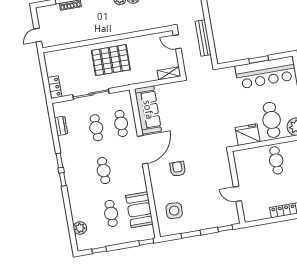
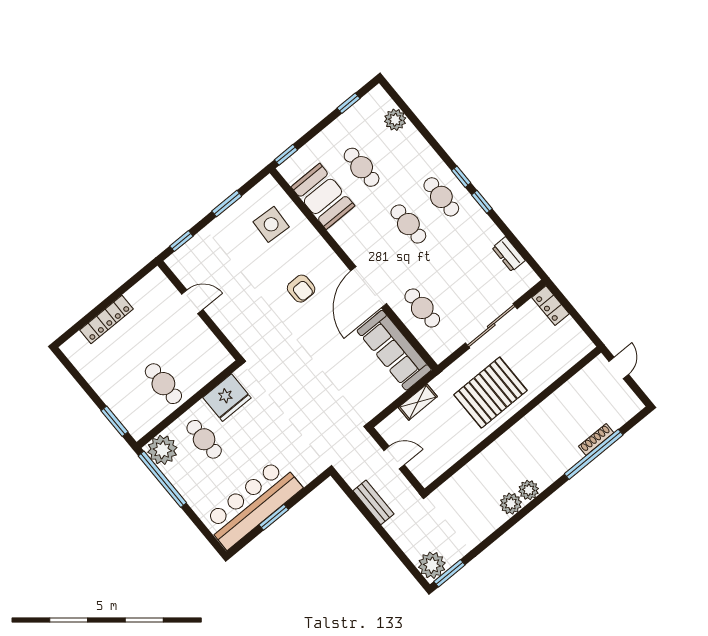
bench: (203, 38) -> (373, 502), width x0.73
door: (177, 42) -> (394, 458), moved
shelving: (169, 73) -> (418, 402), moved
cafe table: (272, 120) -> (204, 439), width x0.73, depth x0.74
cafe table: (96, 128) -> (441, 197), moved

